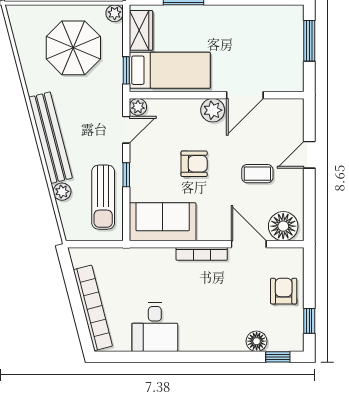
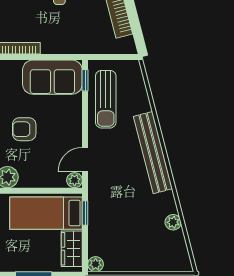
parasol: (73, 48) -> (133, 233), removed
window: (126, 175) -> (85, 80), moved
plant: (62, 192) -> (173, 222), moved
sun lounger: (103, 197) -> (106, 99), turned 180

